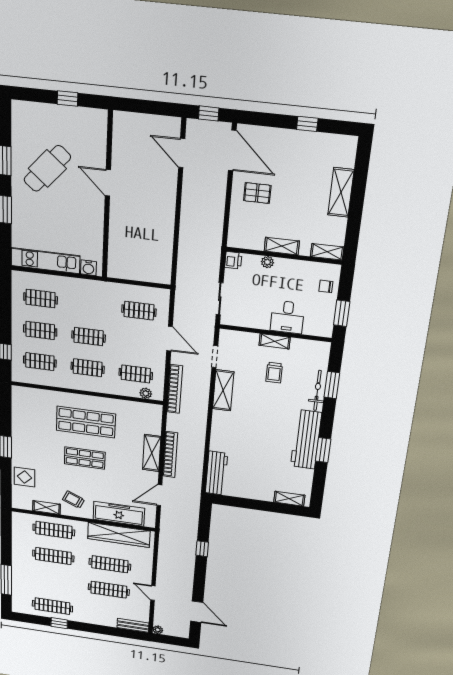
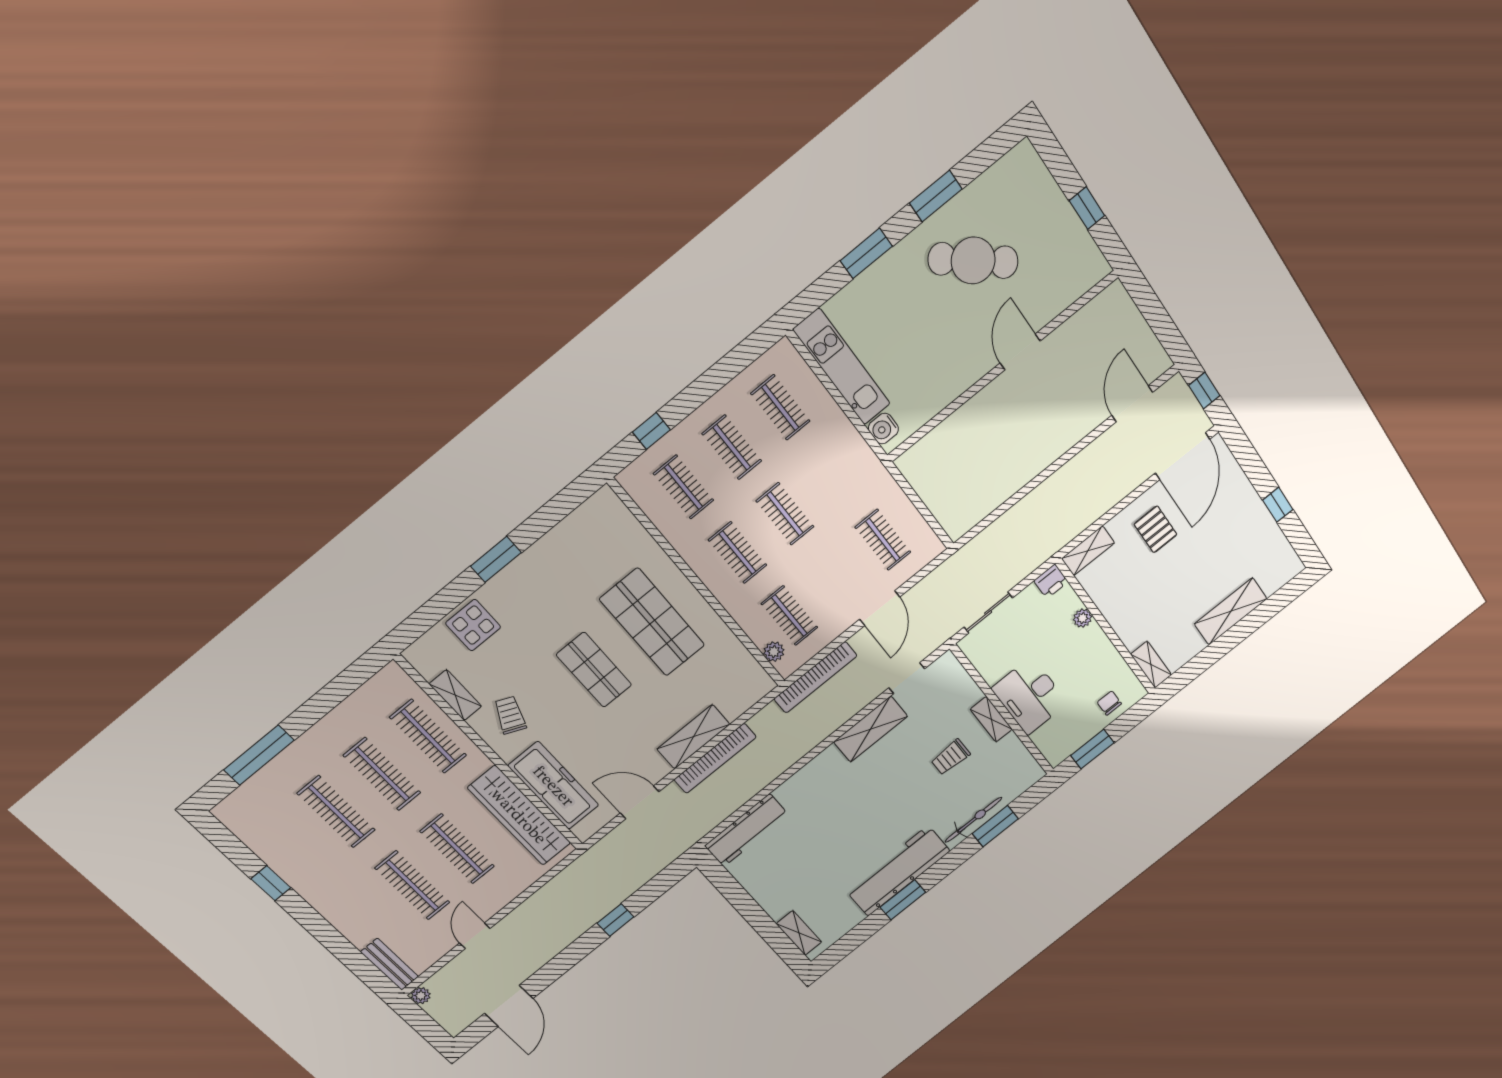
shelving: (282, 246) -> (1088, 551), moved, turned 90
desk: (287, 317) -> (1030, 696), width x1.37
clothes rail: (52, 606) -> (336, 812), moved

